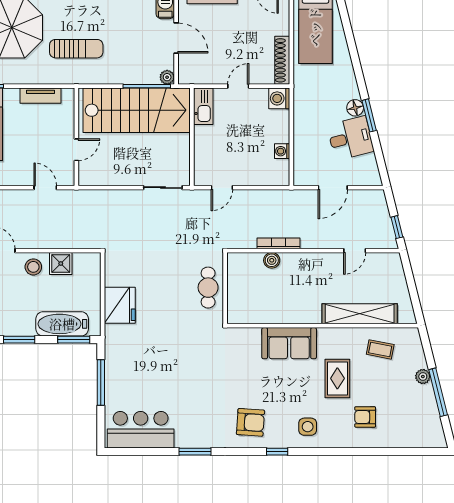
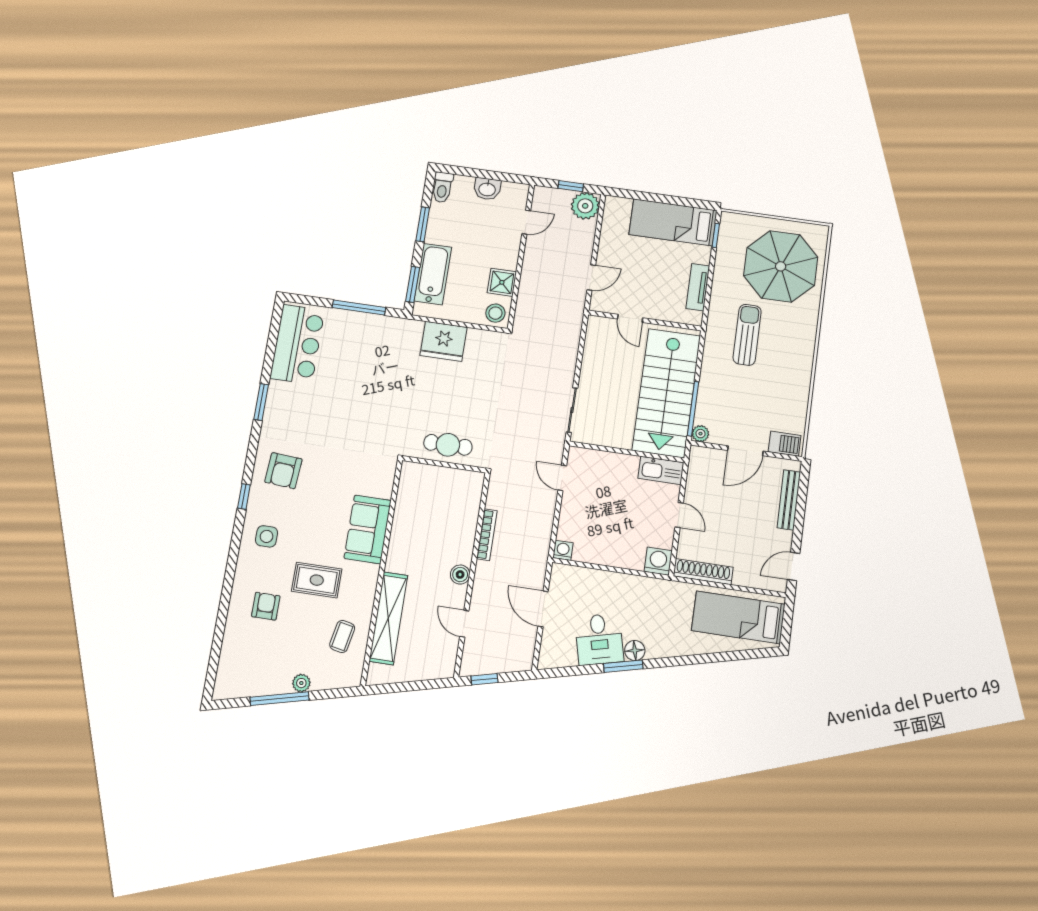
sun lounger: (76, 49) -> (747, 335), turned 180
washing machine: (282, 151) -> (563, 550), moved
boiler: (272, 260) -> (460, 575), moved
stool: (33, 267) -> (495, 313), moved

